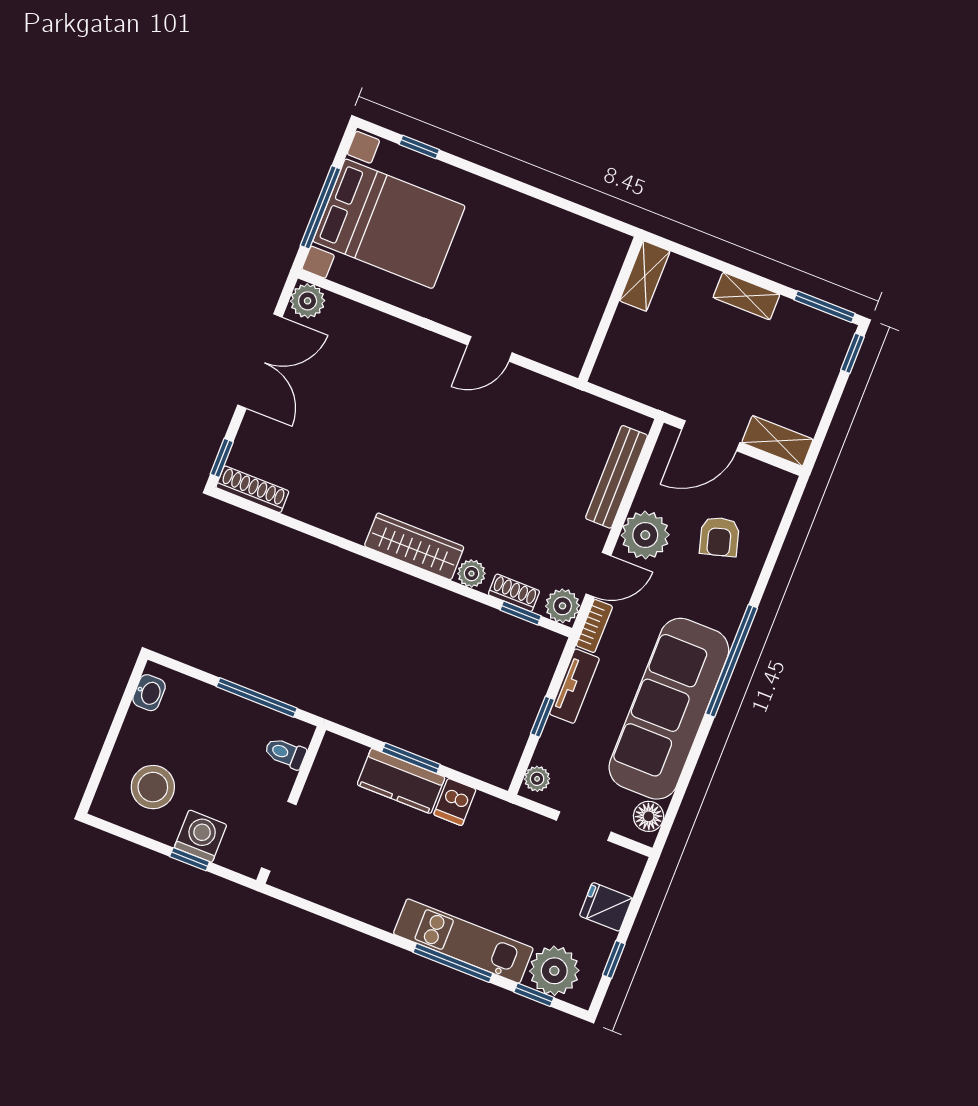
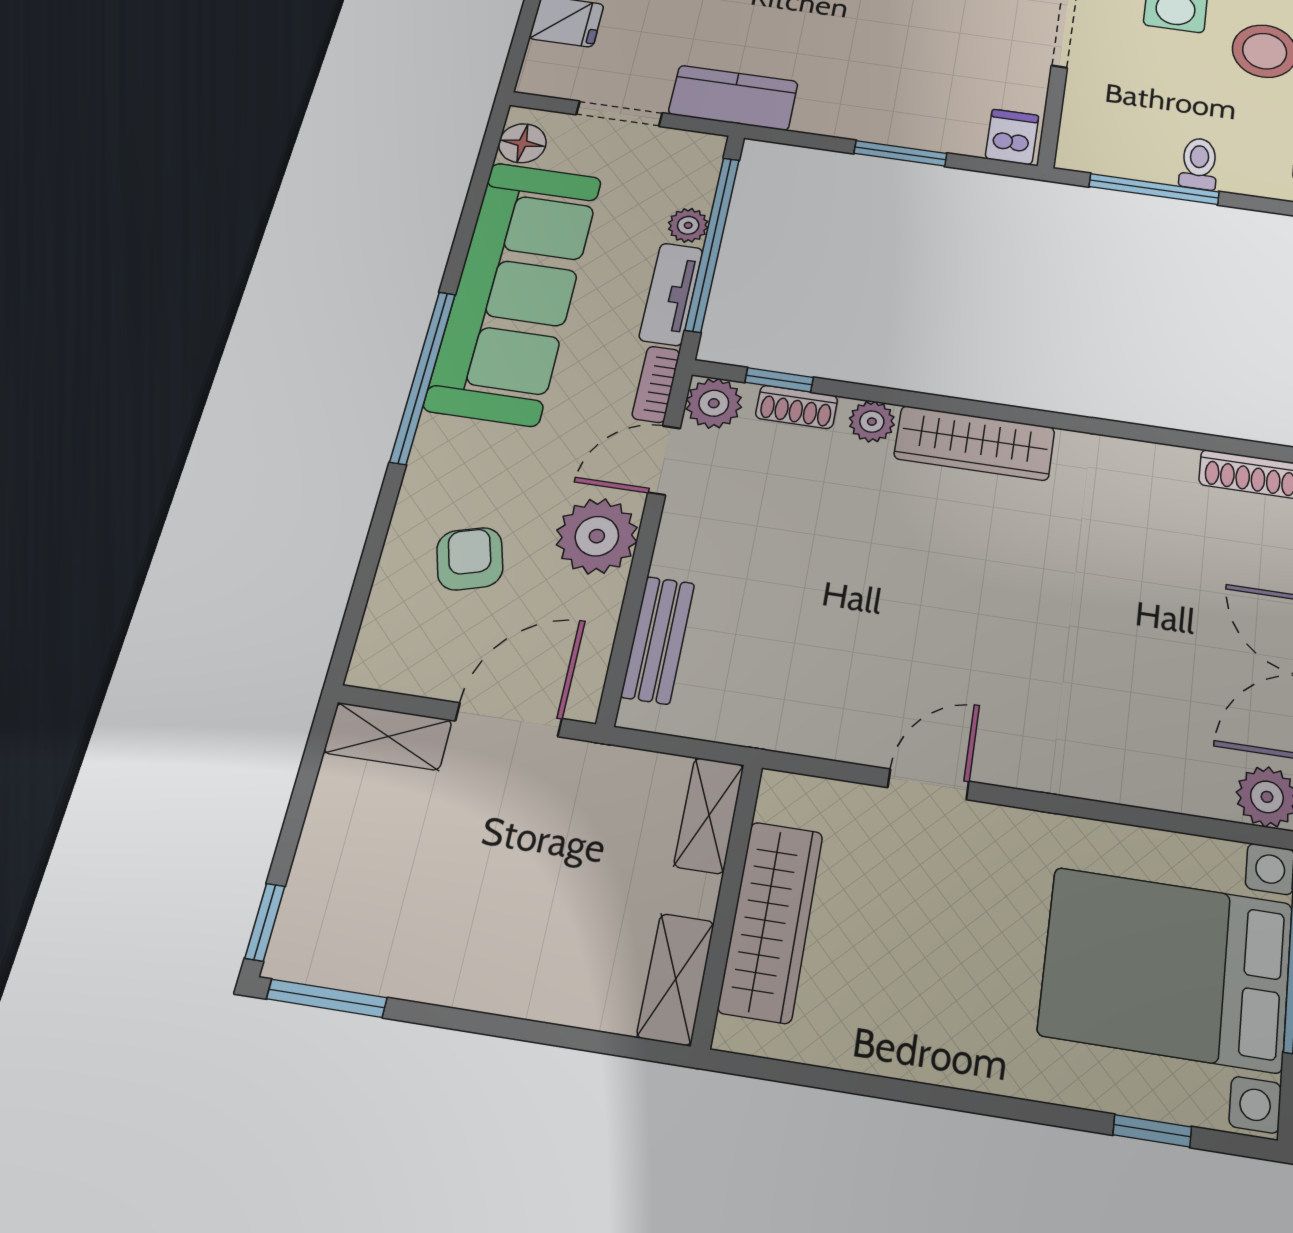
wardrobe: (590, 295) -> (771, 921), added
shelving: (746, 296) -> (709, 815), moved, turned 90
bench: (617, 477) -> (658, 640), width x0.73
window: (542, 717) -> (712, 244), width x3.17
toilet: (285, 753) -> (1199, 164), moved, turned -90
plant: (537, 779) -> (688, 225), moved
kitchen counter: (401, 781) -> (733, 98), moved
dishwasher: (455, 802) -> (1012, 137), moved

